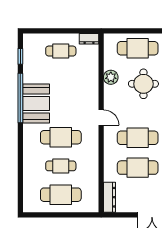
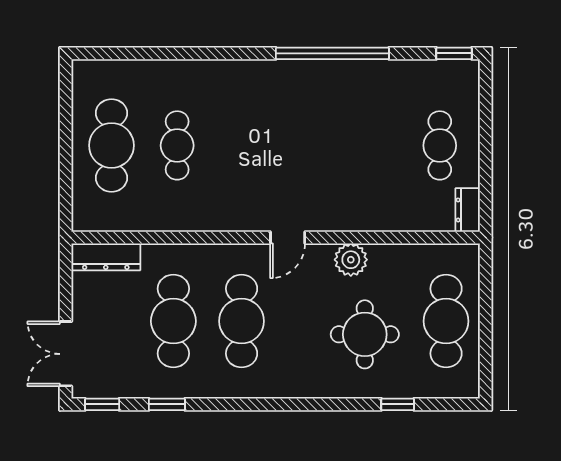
window: (20, 56) -> (454, 53), moved
plant: (111, 77) -> (351, 260), moved
booth: (36, 104) -> (320, 89), removed
cafe table: (61, 137) -> (243, 145), removed

